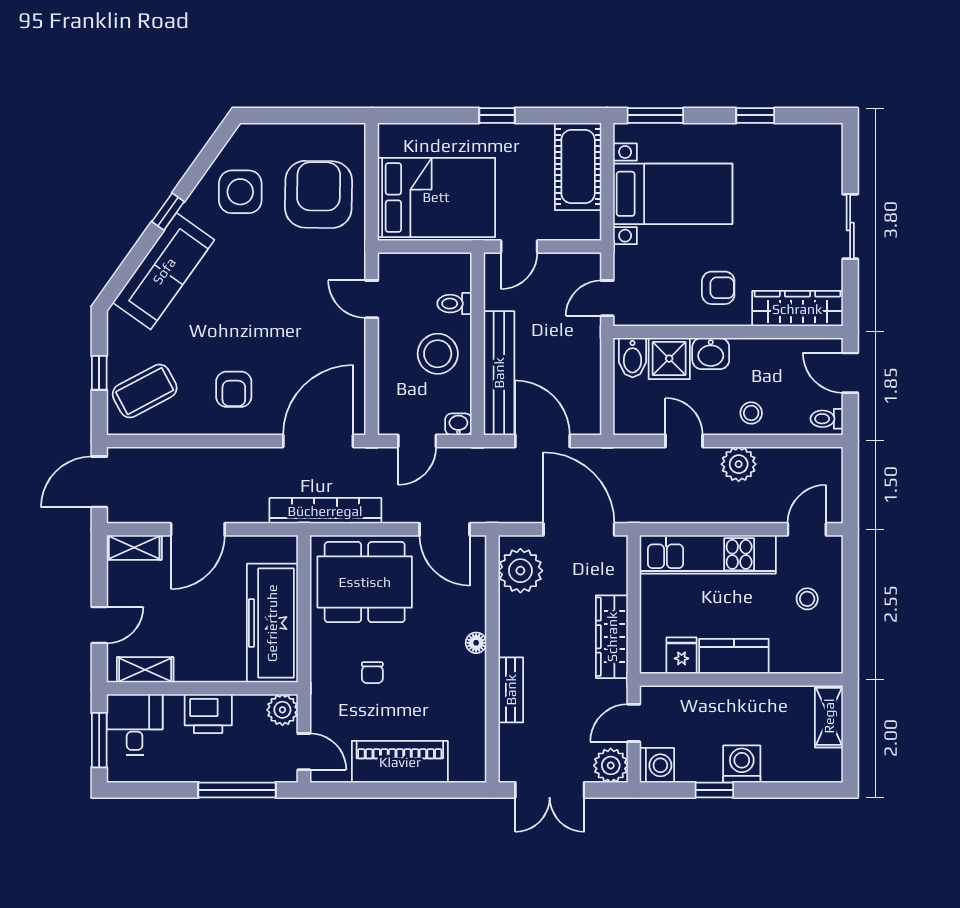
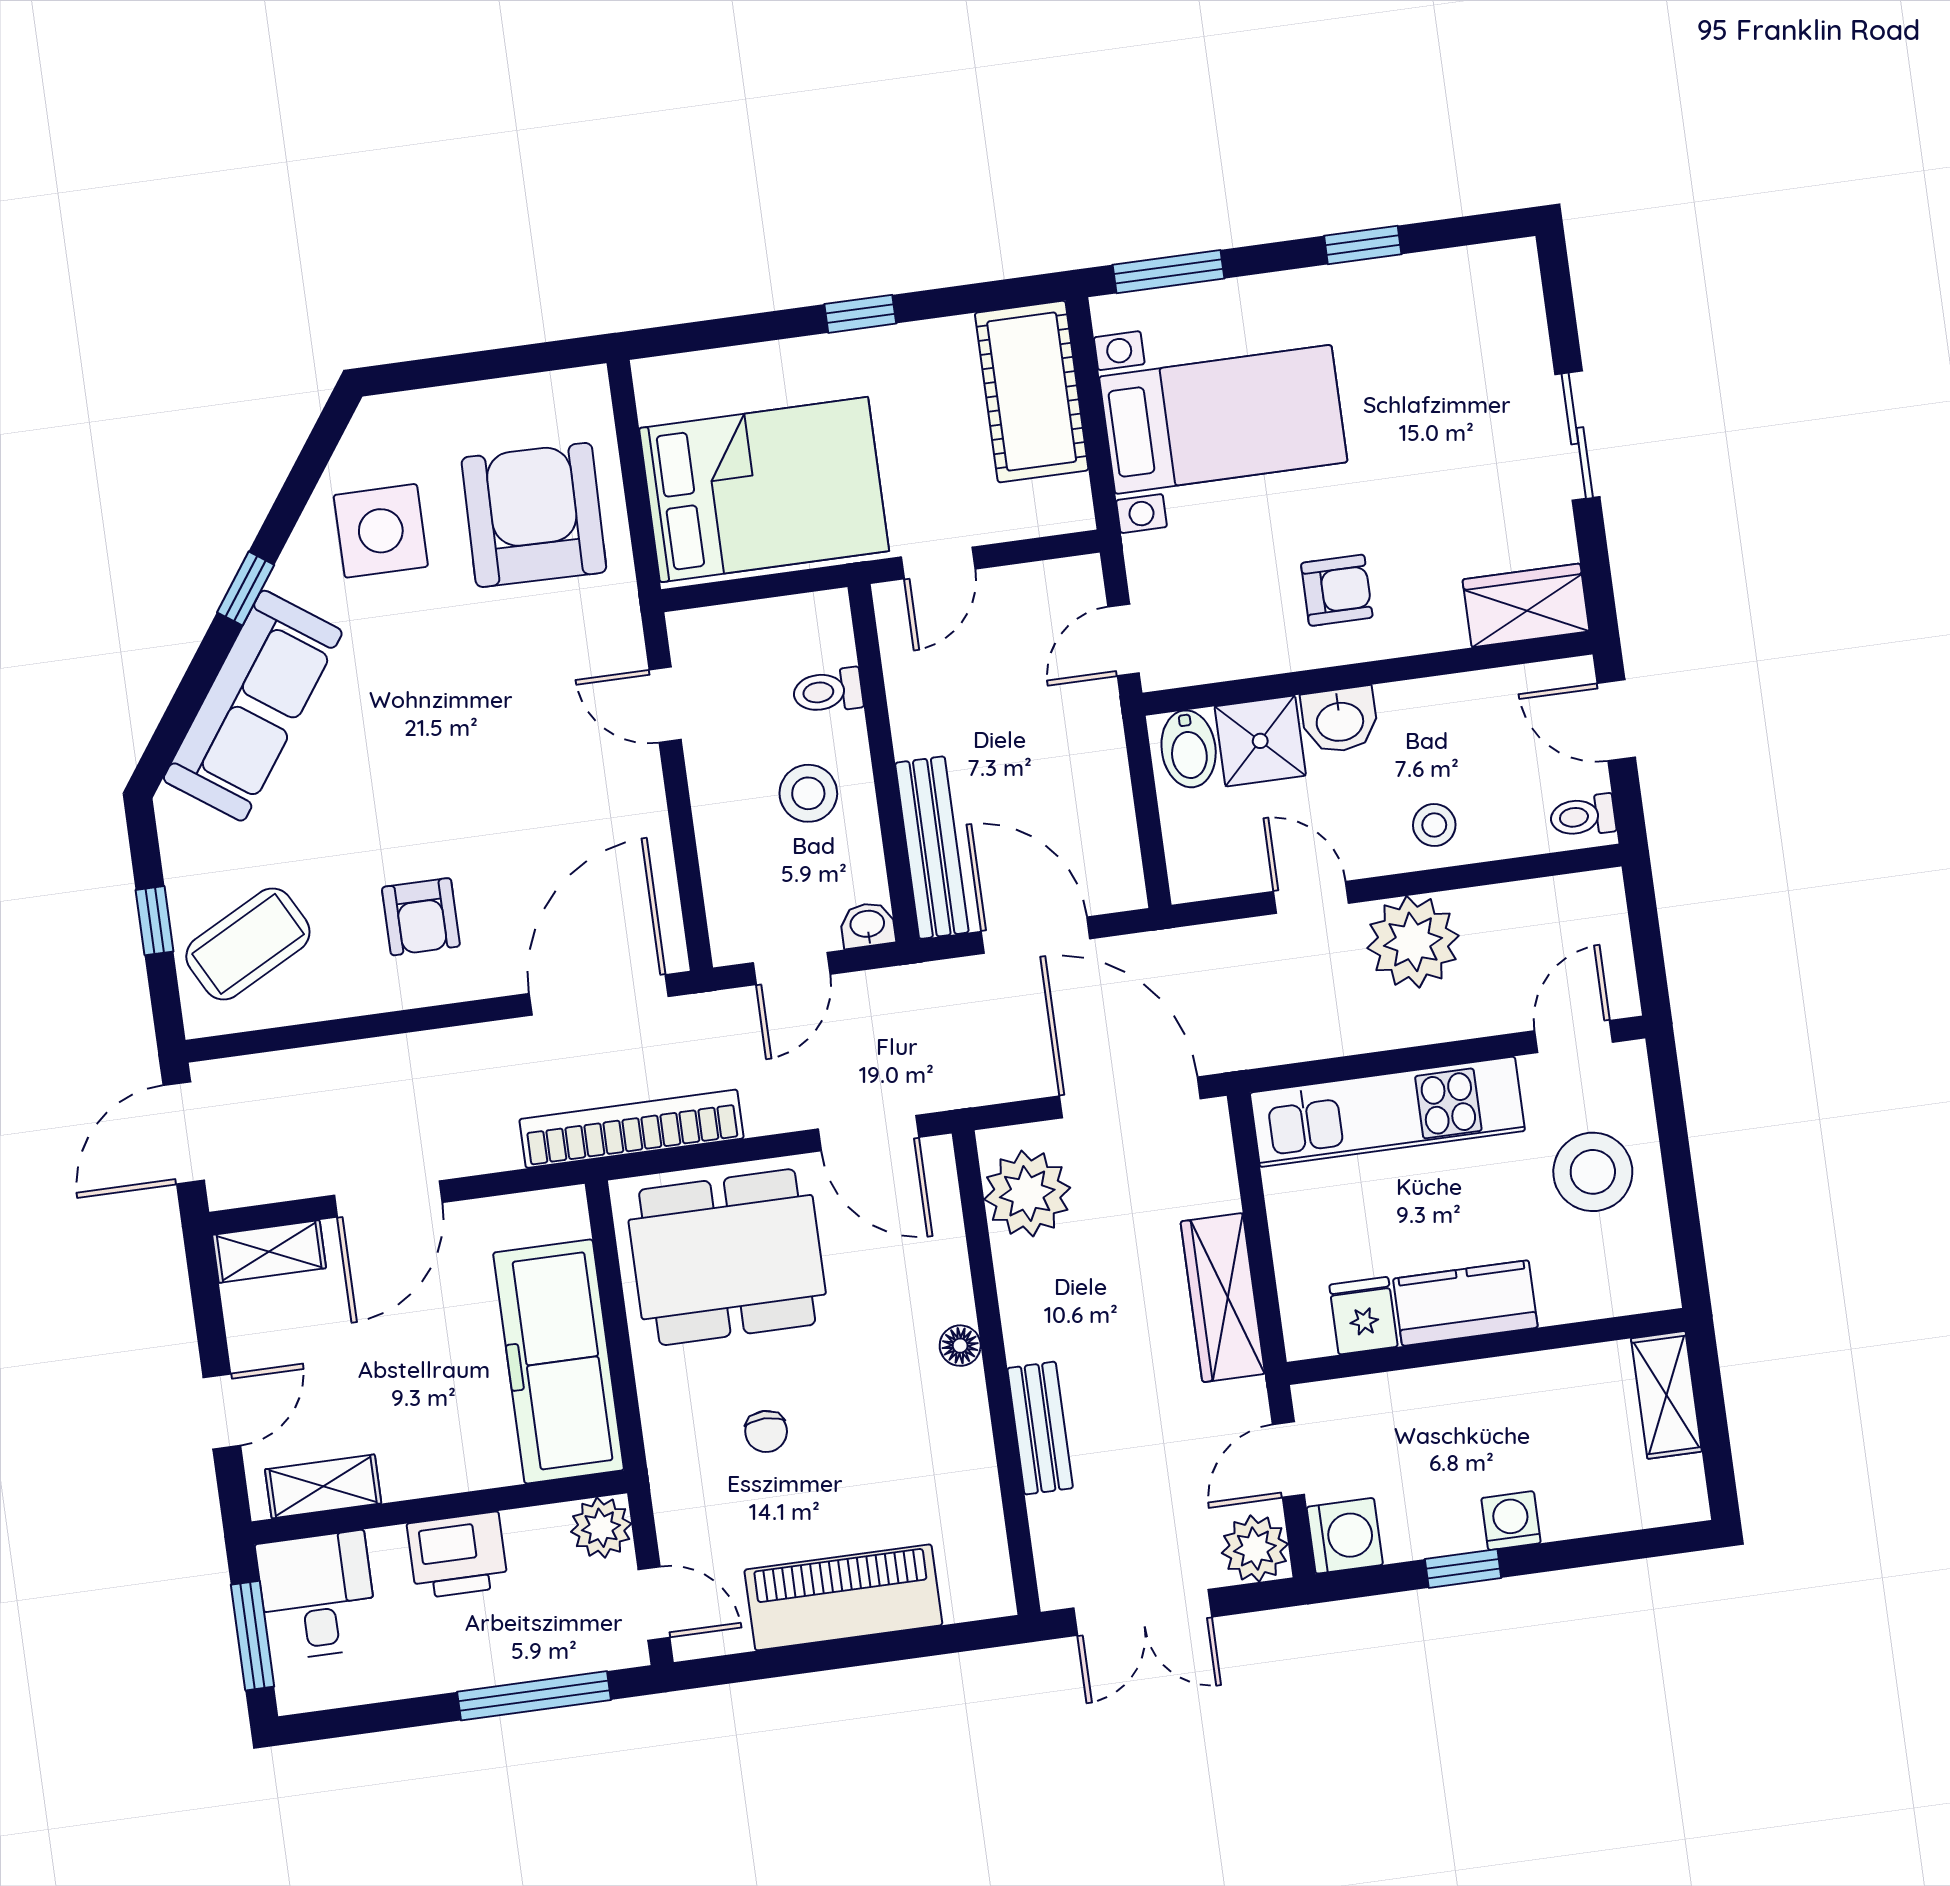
wardrobe: (797, 309) -> (1526, 605), width x0.67
stool: (438, 354) -> (808, 793), width x0.73, depth x0.73
bench: (499, 373) -> (932, 848), width x0.73, depth x0.82
plant: (739, 464) -> (1413, 942), width x1.36, depth x1.36
stool: (807, 599) -> (1593, 1172), width x1.89, depth x1.89
washing machine: (742, 764) -> (1511, 1521), width x0.73, depth x0.73

